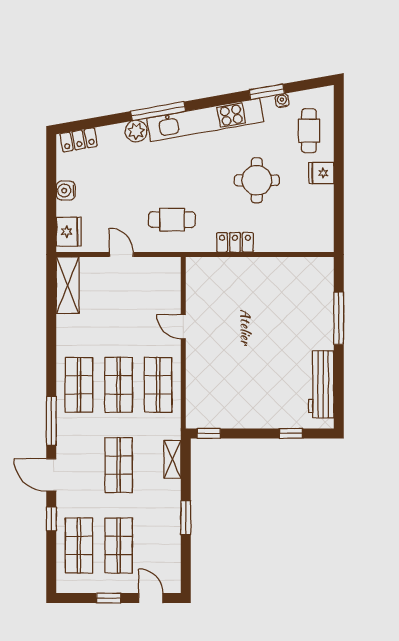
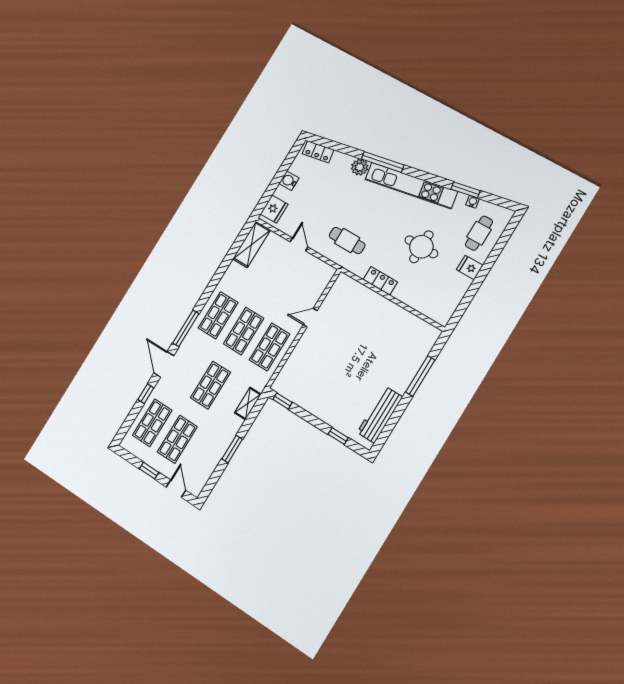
door: (183, 327) -> (310, 318), hinge flipped

